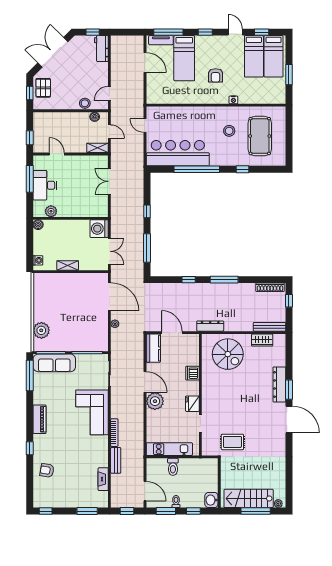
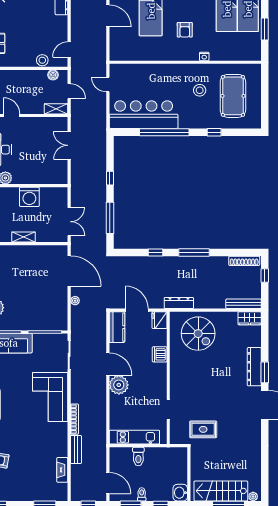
washing machine: (99, 229) -> (29, 197), moved, turned -90
wardrobe: (262, 340) -> (250, 318), moved
fridge: (192, 404) -> (159, 320), moved

